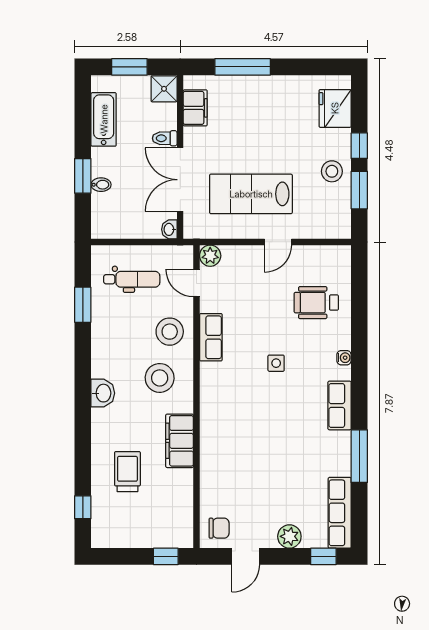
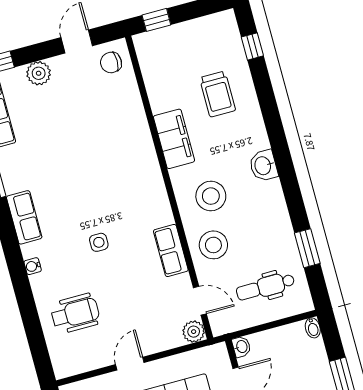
bidet: (101, 185) -> (313, 328), moved, turned -90

